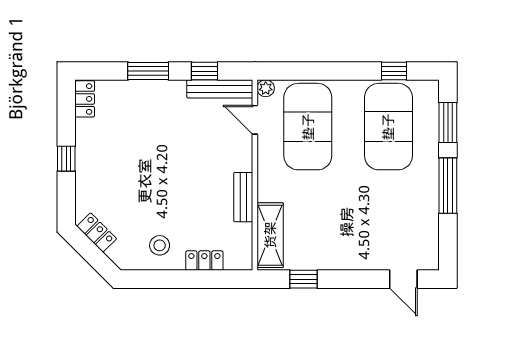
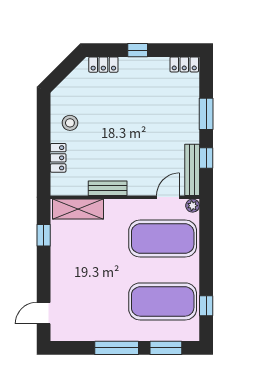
locker: (97, 232) -> (103, 65), moved, turned 45

